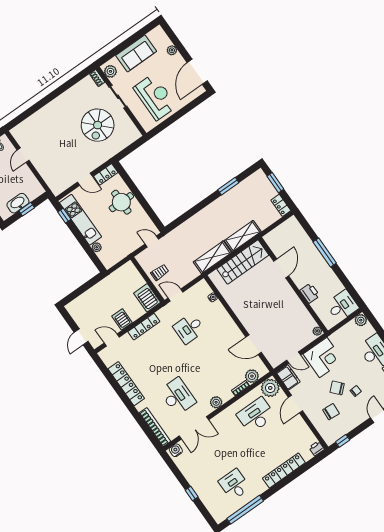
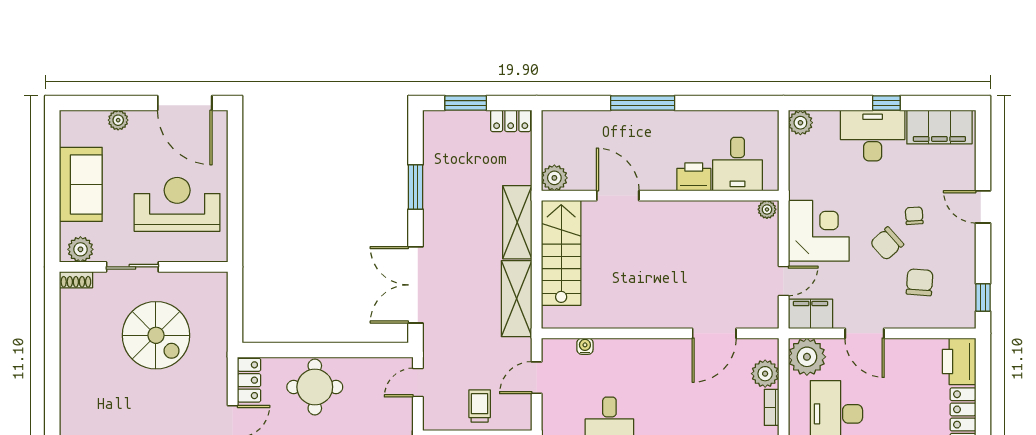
double door: (190, 213) -> (415, 285), added
plant: (271, 238) -> (554, 178), added
door: (176, 295) -> (537, 378), moved
desk: (342, 306) -> (738, 164), moved, turned 180
printer: (317, 448) -> (959, 361), width x1.87, depth x1.48

